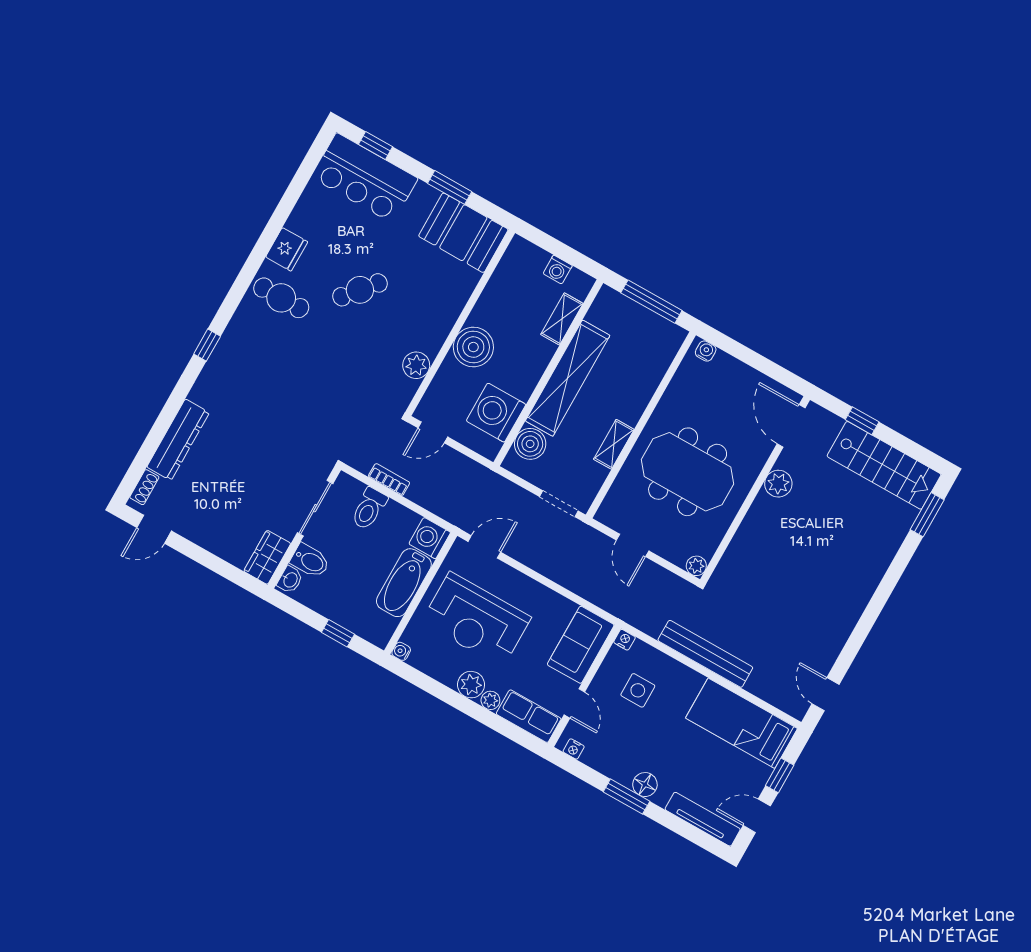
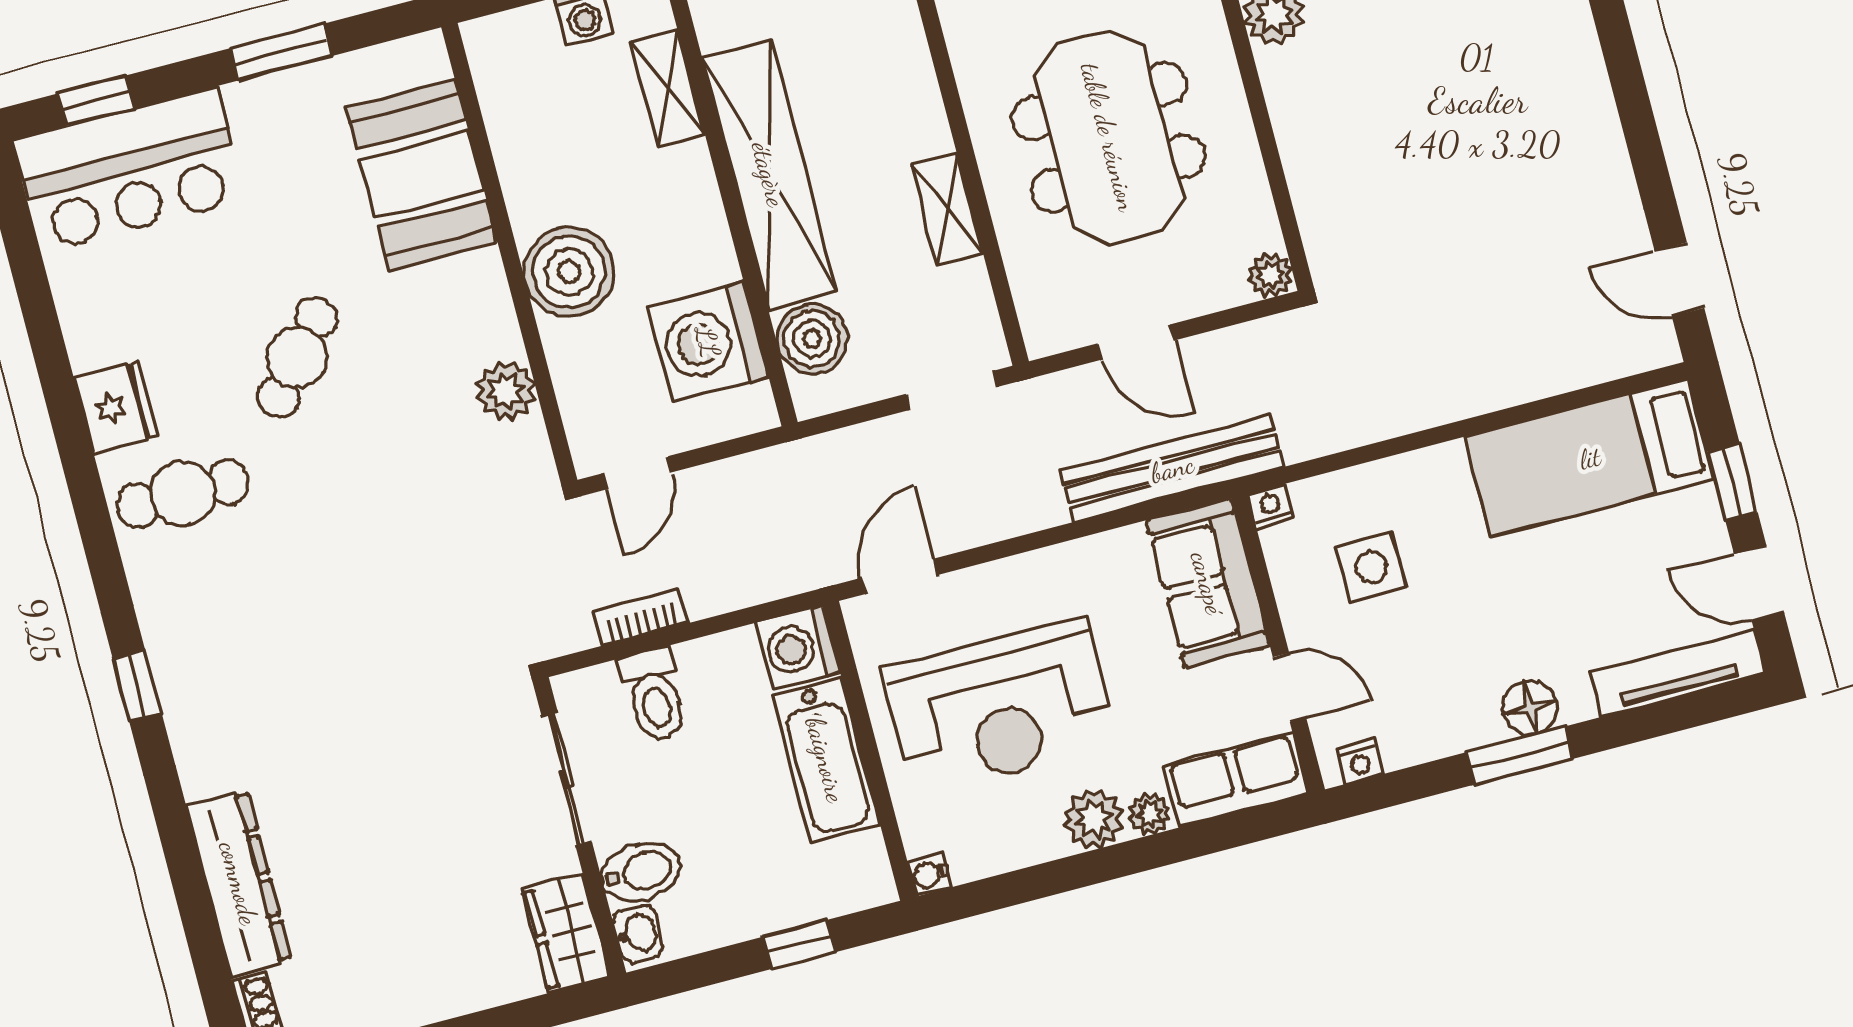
booth: (463, 233) -> (421, 175), moved, turned 90
meeting table: (688, 472) -> (1109, 137), turned 90
bench: (705, 654) -> (1172, 468), moved
door: (757, 816) -> (1759, 583), hinge flipped

